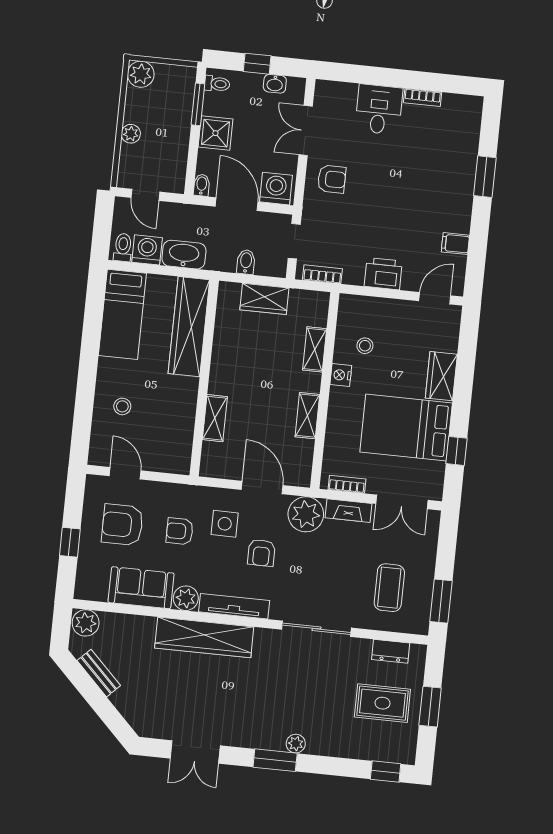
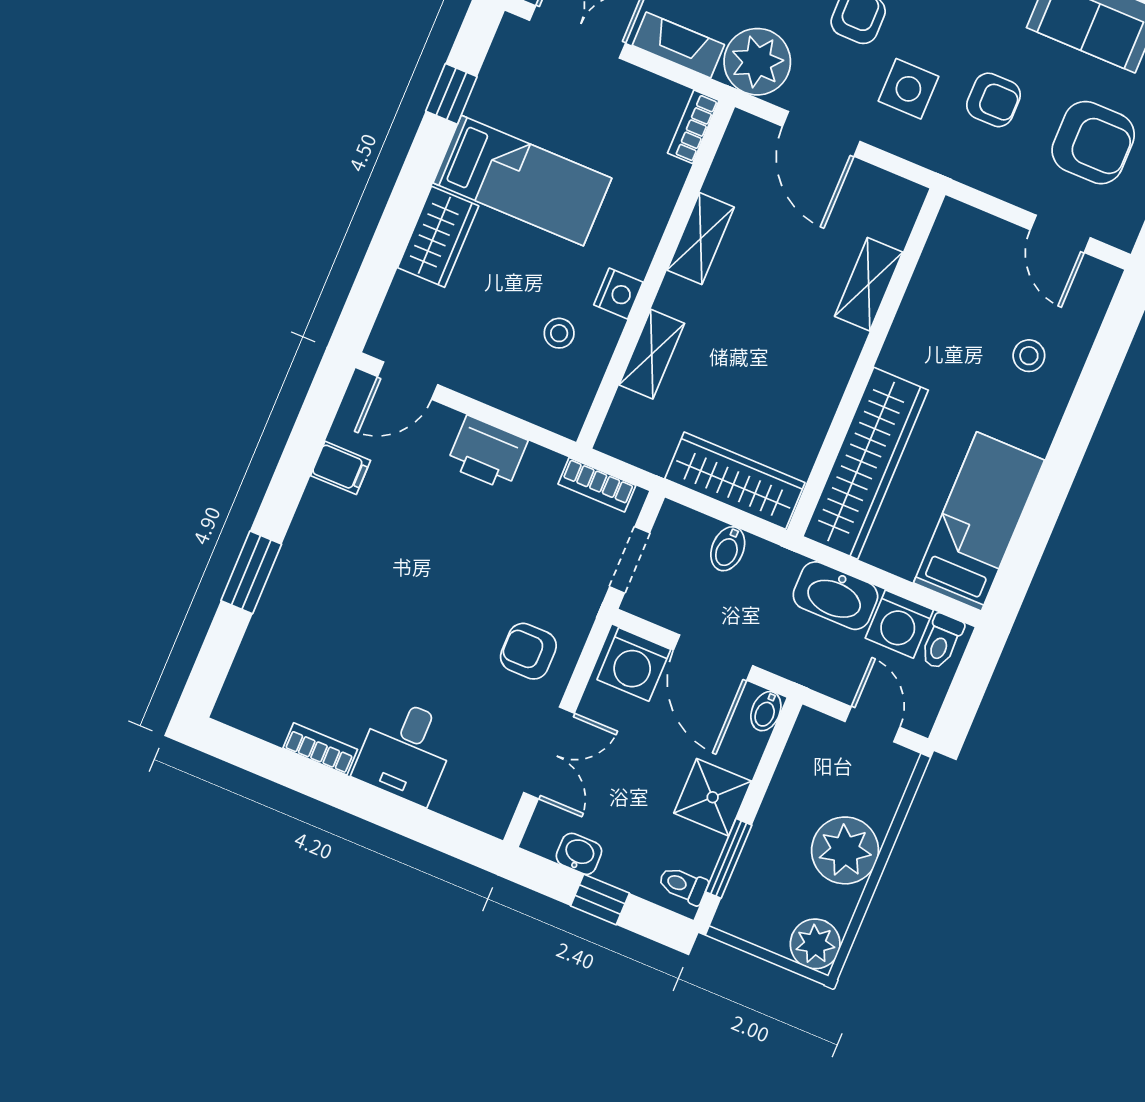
plant: (131, 134) -> (845, 850), width x1.88, depth x1.88
wardrobe: (264, 299) -> (735, 481), width x1.50
bed: (406, 427) -> (522, 181), width x0.67
bookcase: (347, 484) -> (693, 127), moved, turned 90

